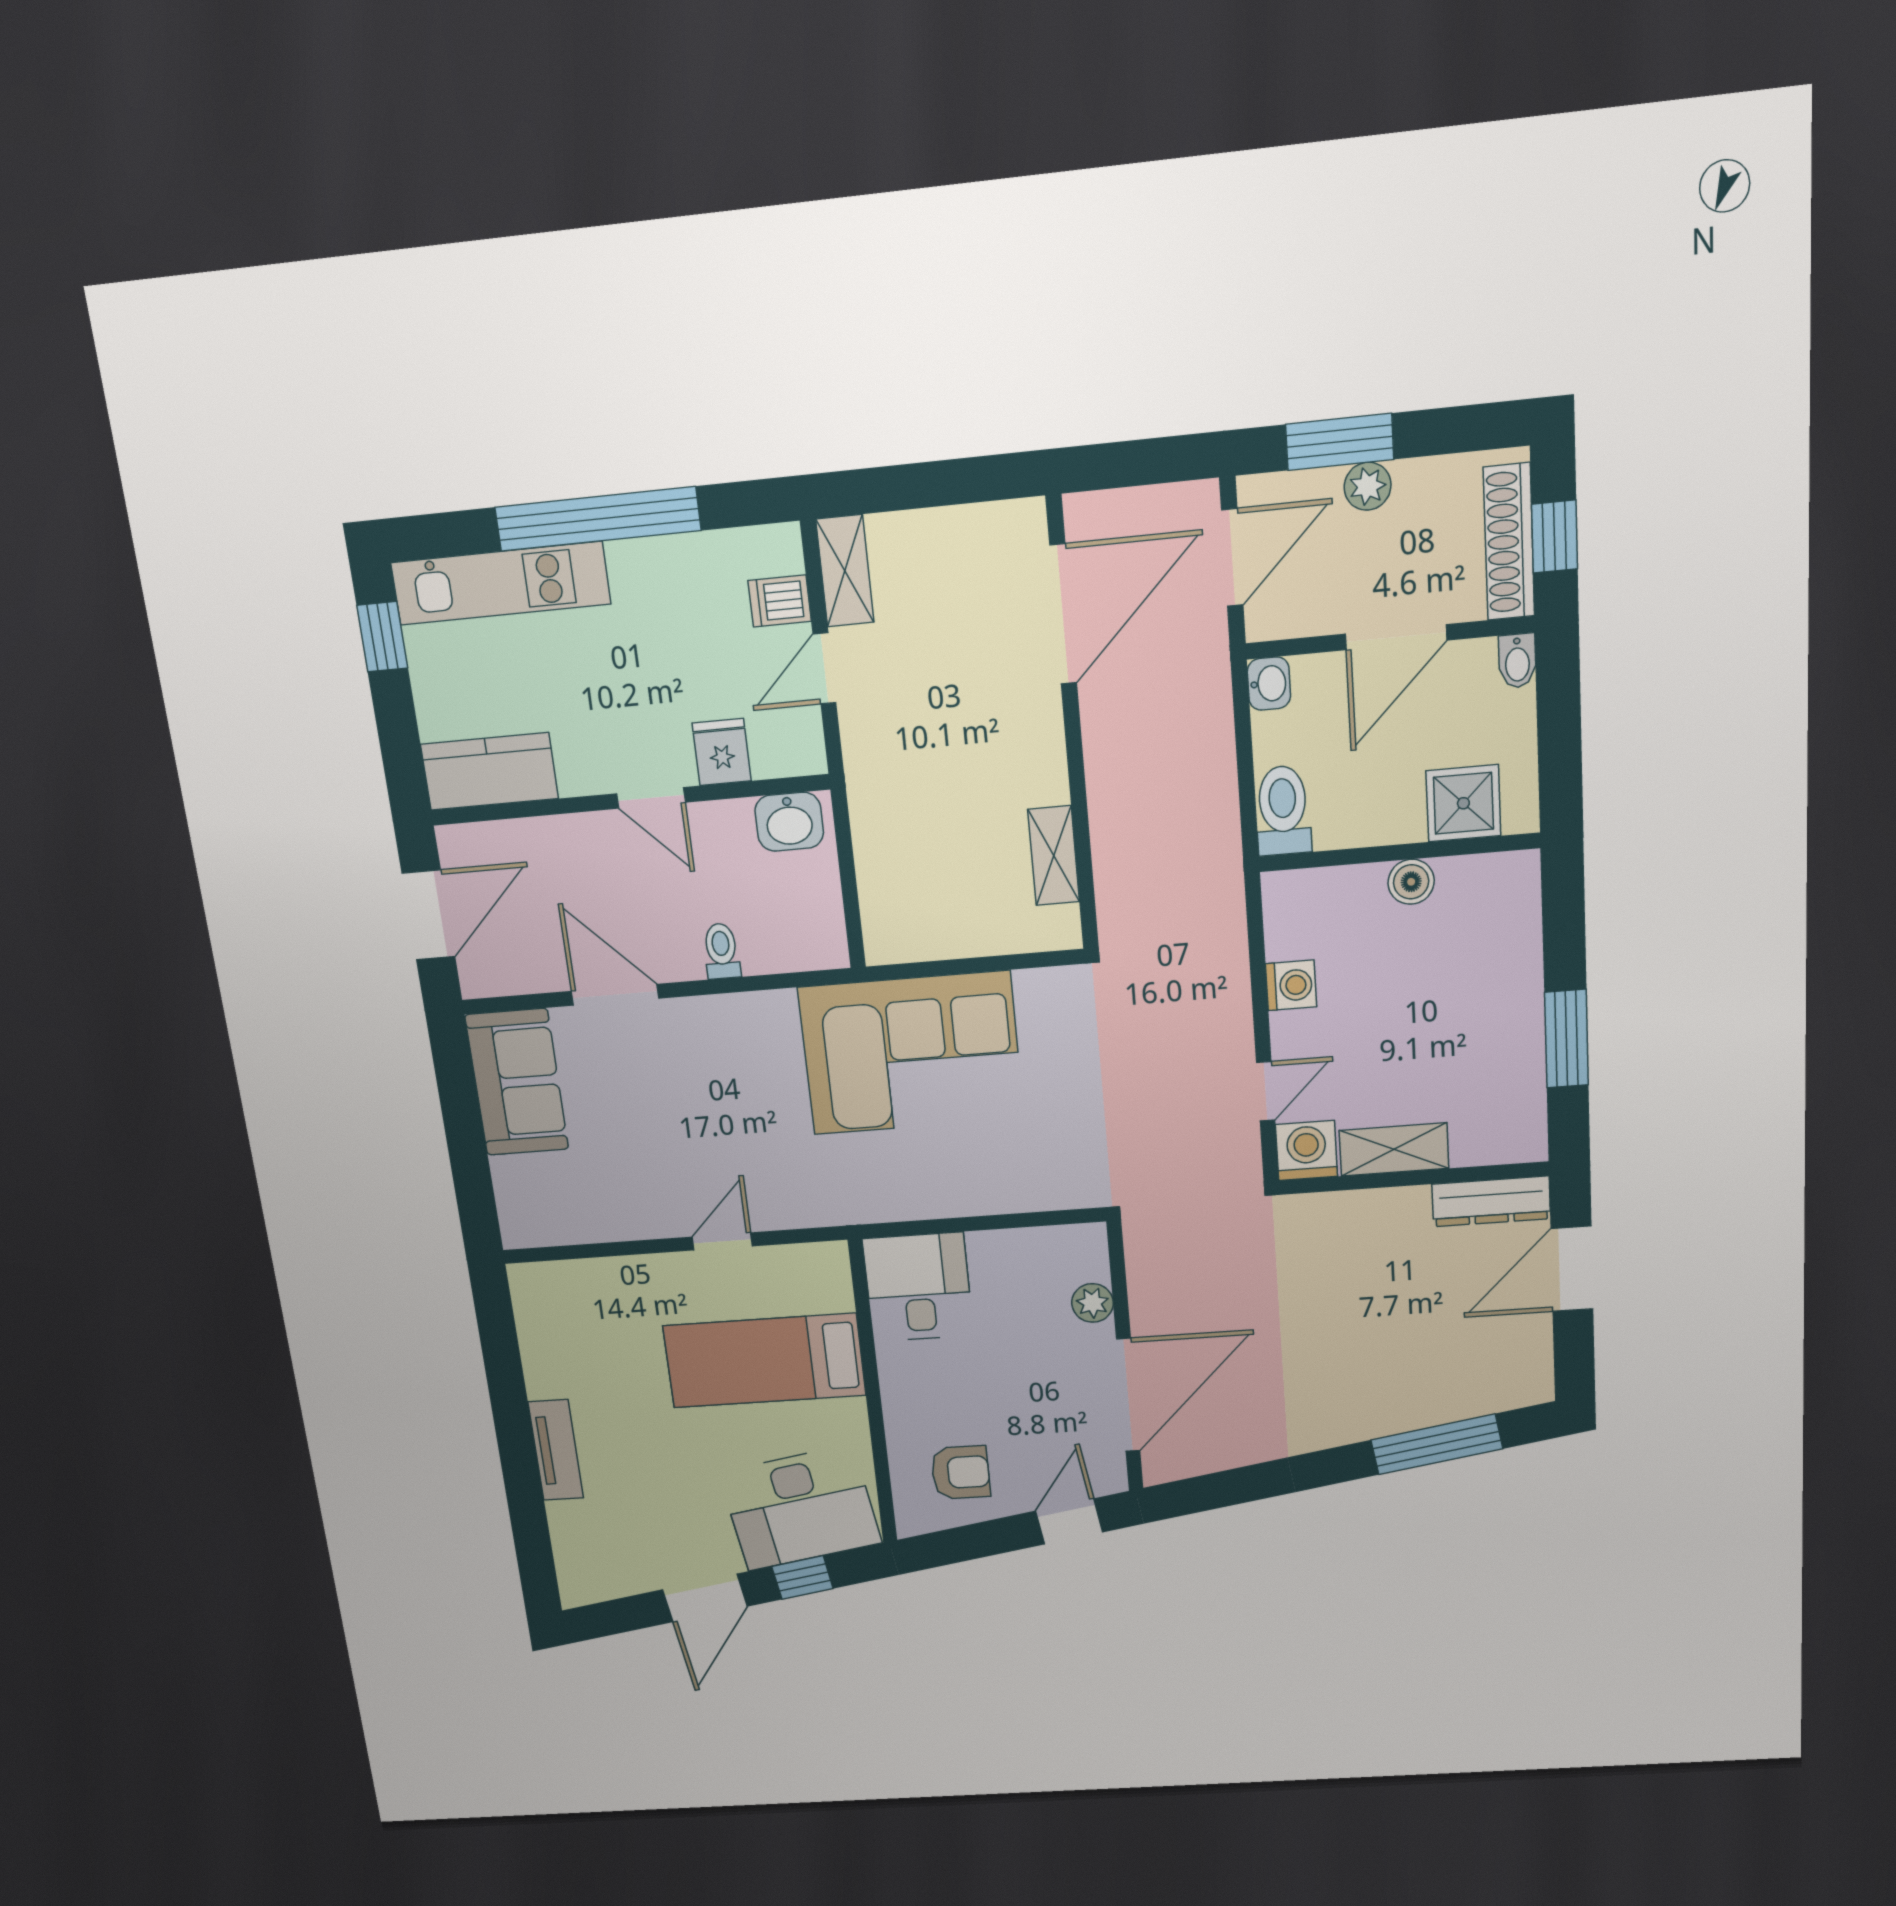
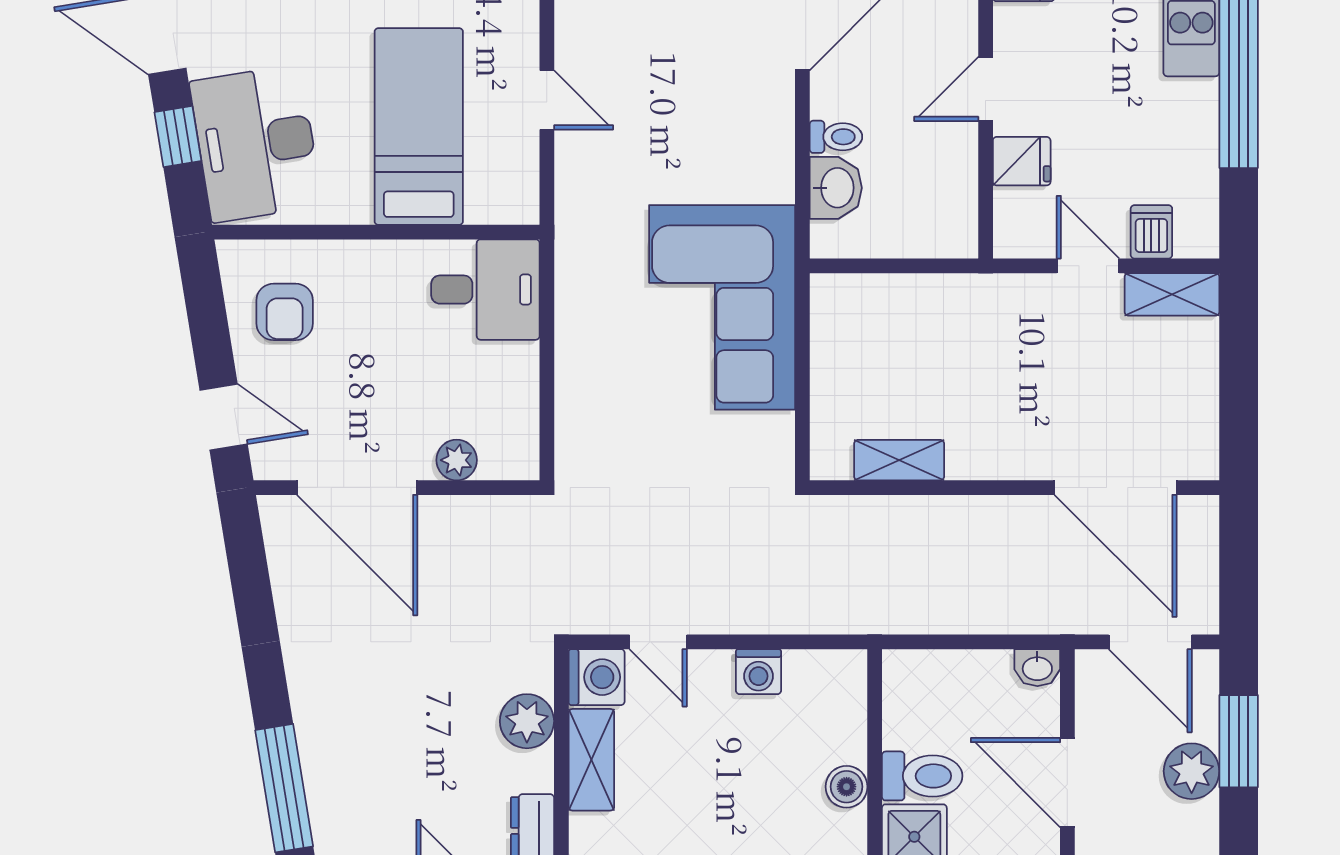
plant: (1368, 486) -> (1192, 771), width x1.38, depth x1.38
toilet: (1283, 810) -> (922, 776), moved
washbasin: (789, 822) -> (836, 188), moved, turned 180
plant: (1357, 1216) -> (527, 721), added

